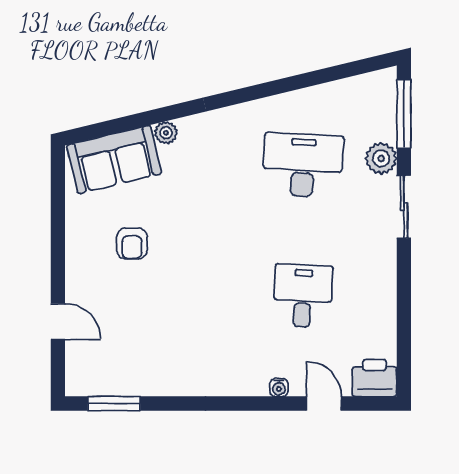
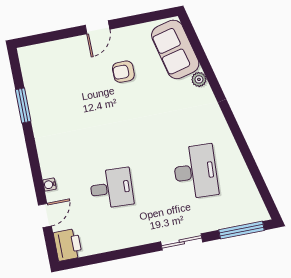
plant: (381, 158) -> (210, 221), removed
door: (58, 322) -> (97, 27), moved
window: (114, 404) -> (23, 106), moved

